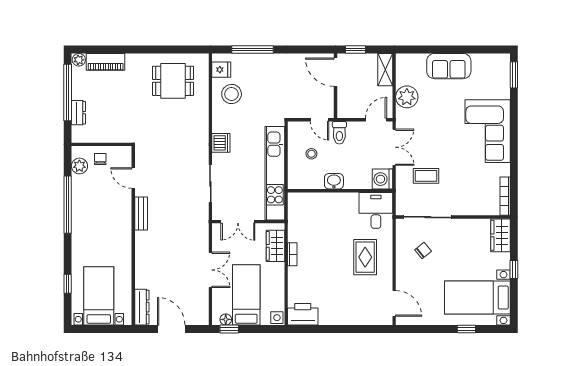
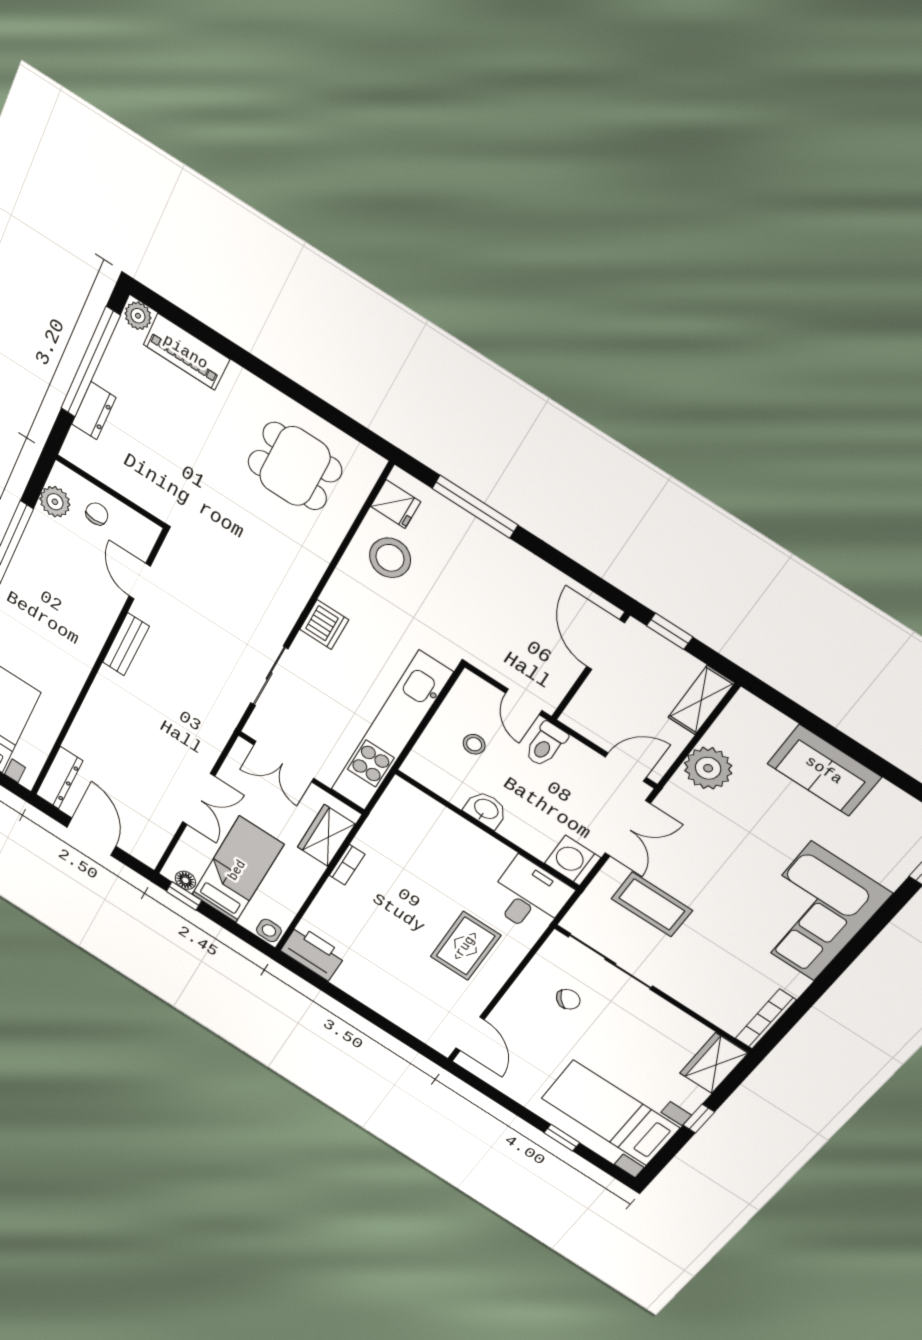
coffee table: (426, 176) -> (652, 905), width x1.36, depth x1.30

